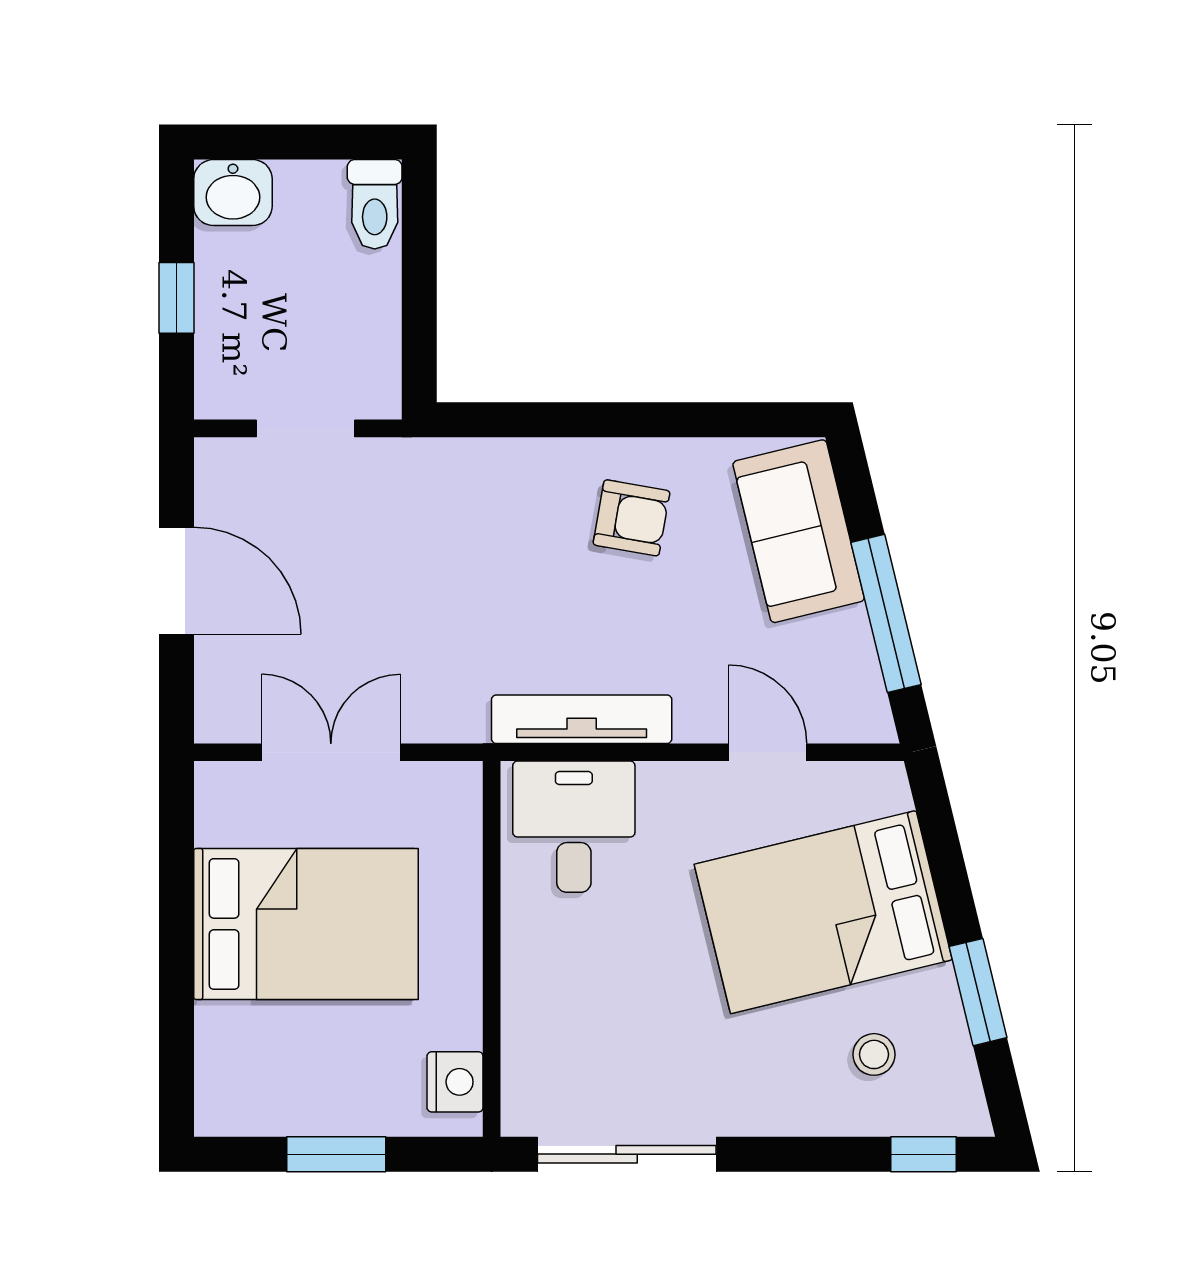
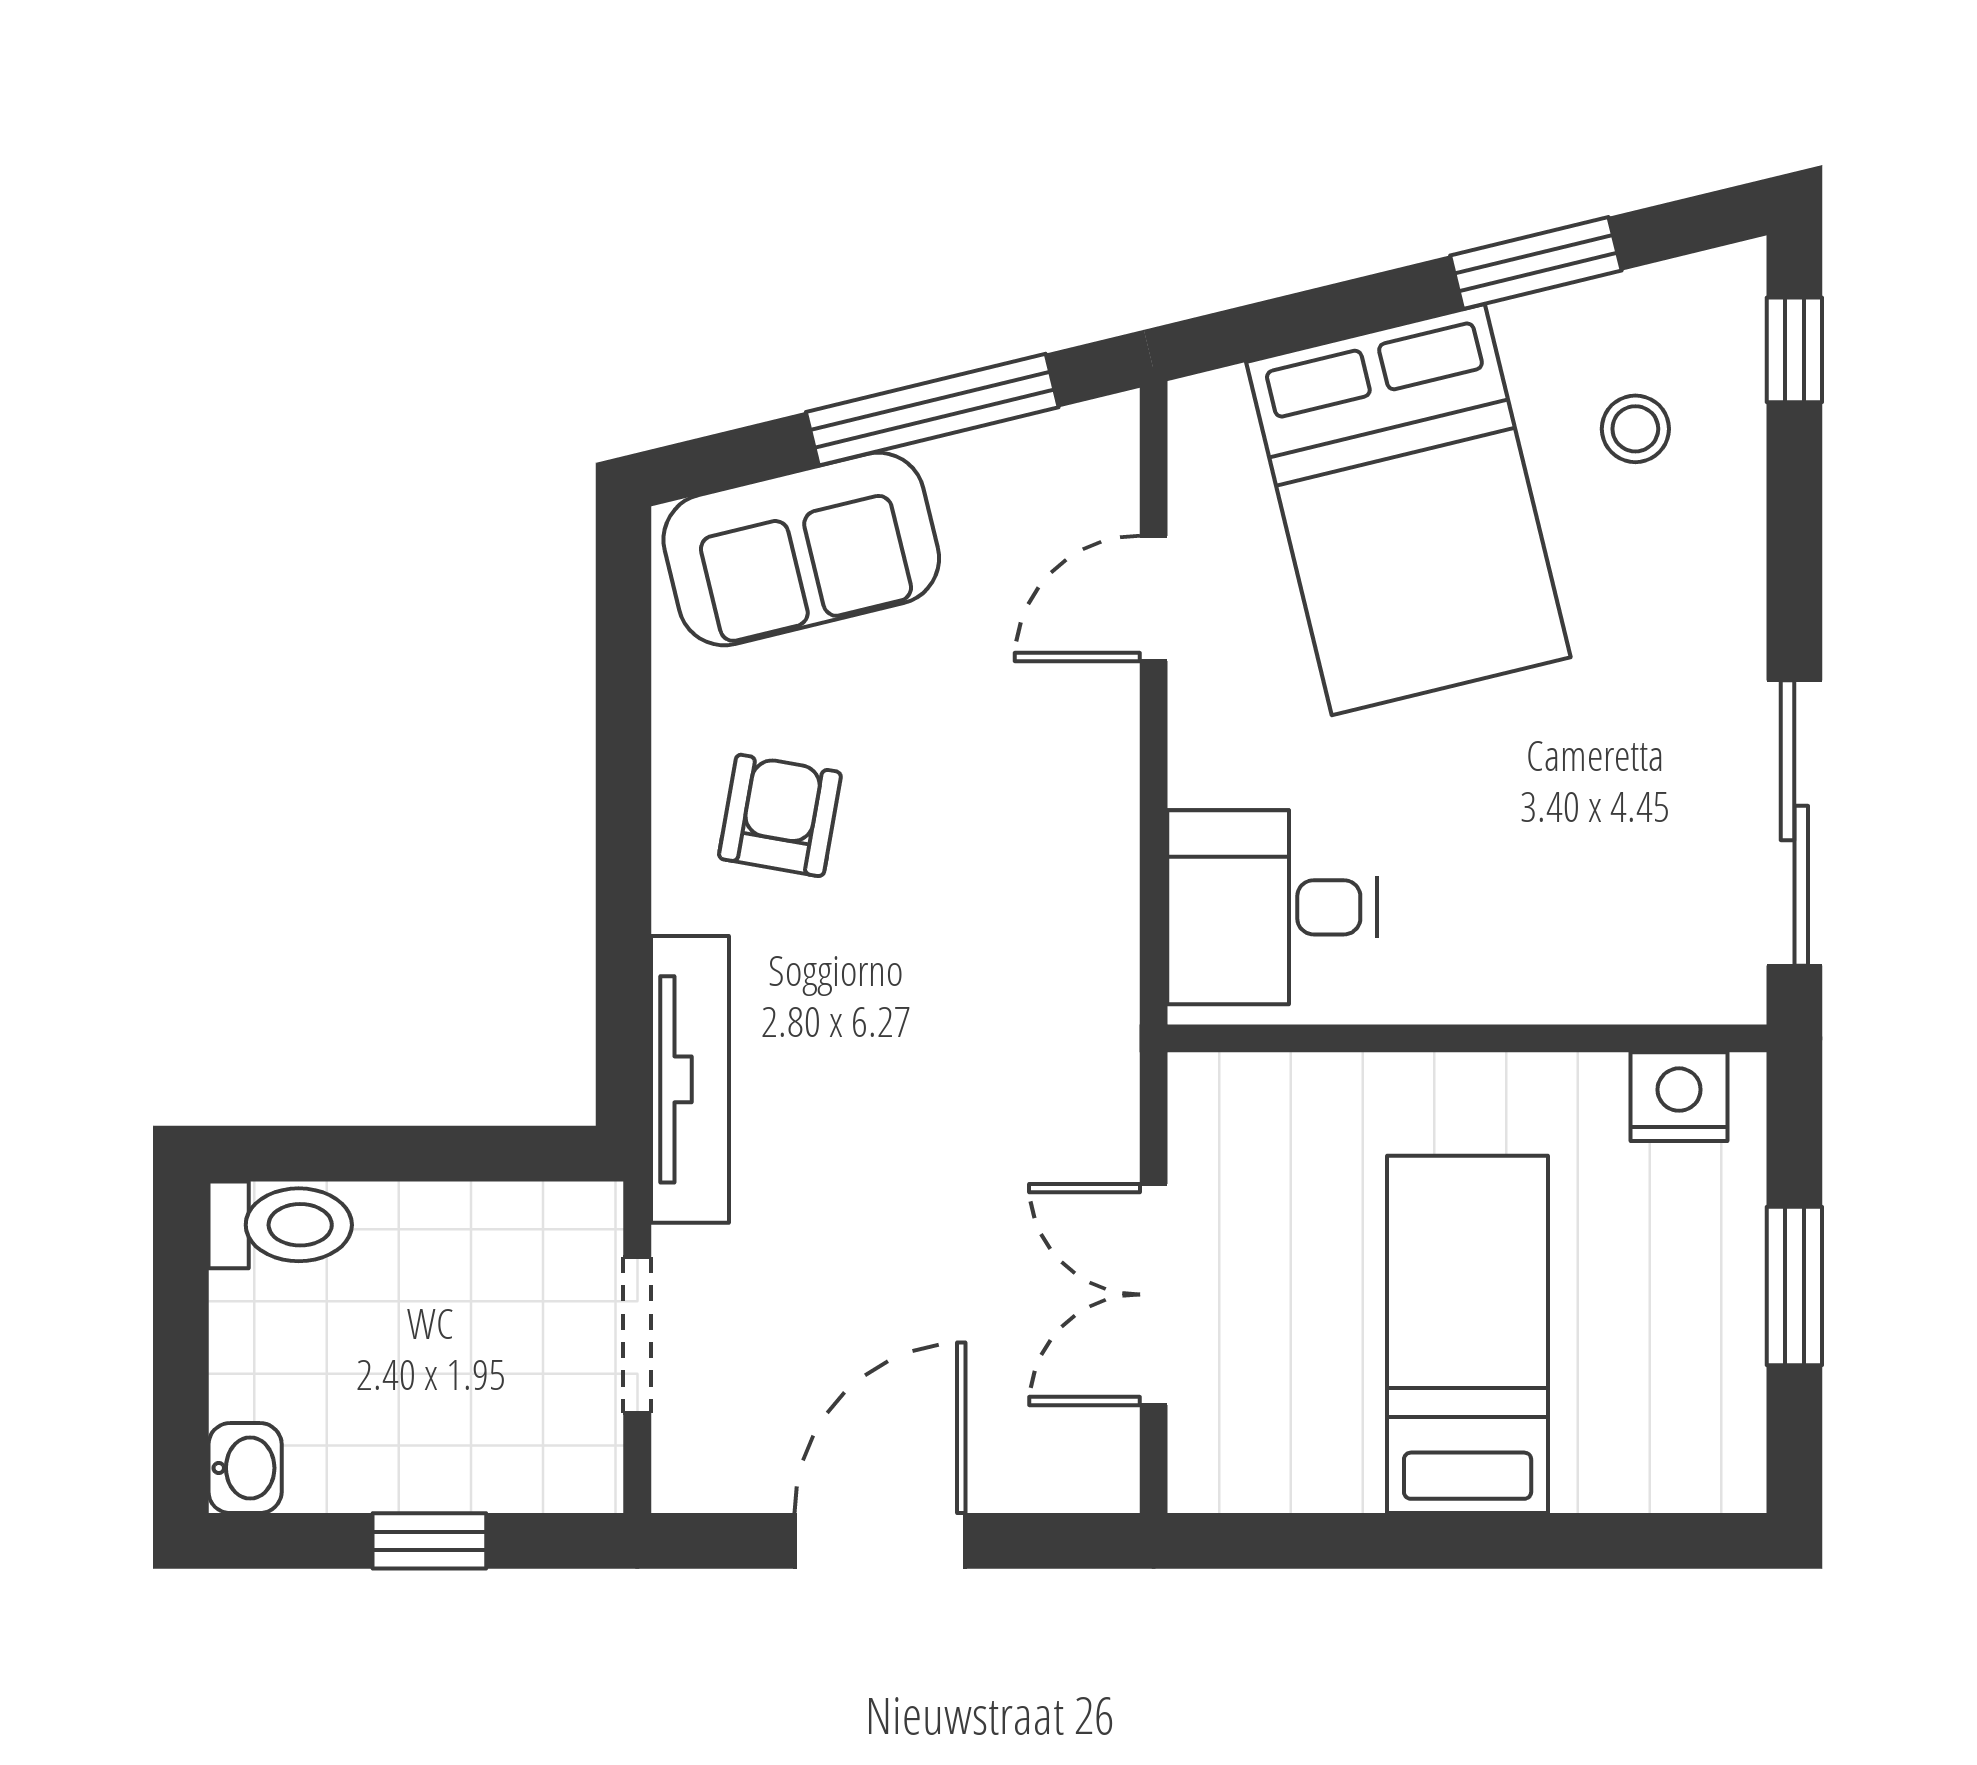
washbasin: (233, 193) -> (245, 1468), width x0.72, depth x0.69
tv unit: (582, 719) -> (690, 1079), moved, turned 180
bed: (306, 924) -> (1468, 1334), width x0.67

